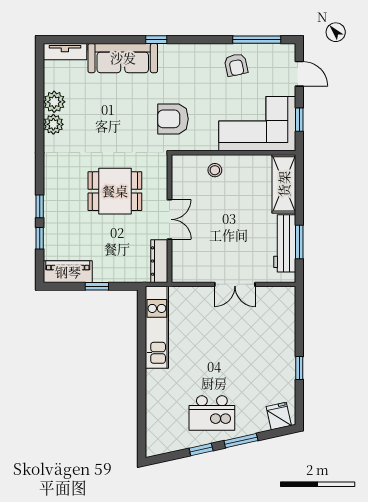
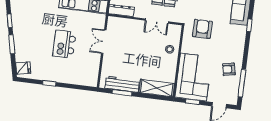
double door: (169, 219) -> (157, 21), moved
double door: (235, 284) -> (104, 42), moved
kitchen island: (212, 413) -> (64, 44), moved

